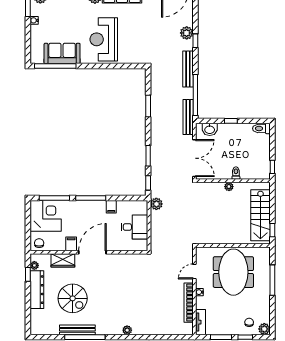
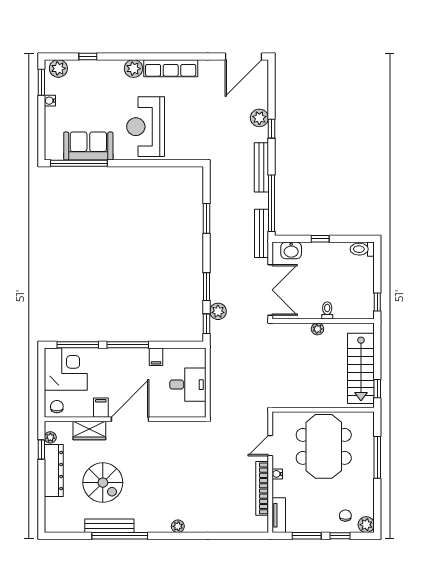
plant: (156, 204) -> (218, 311), moved

